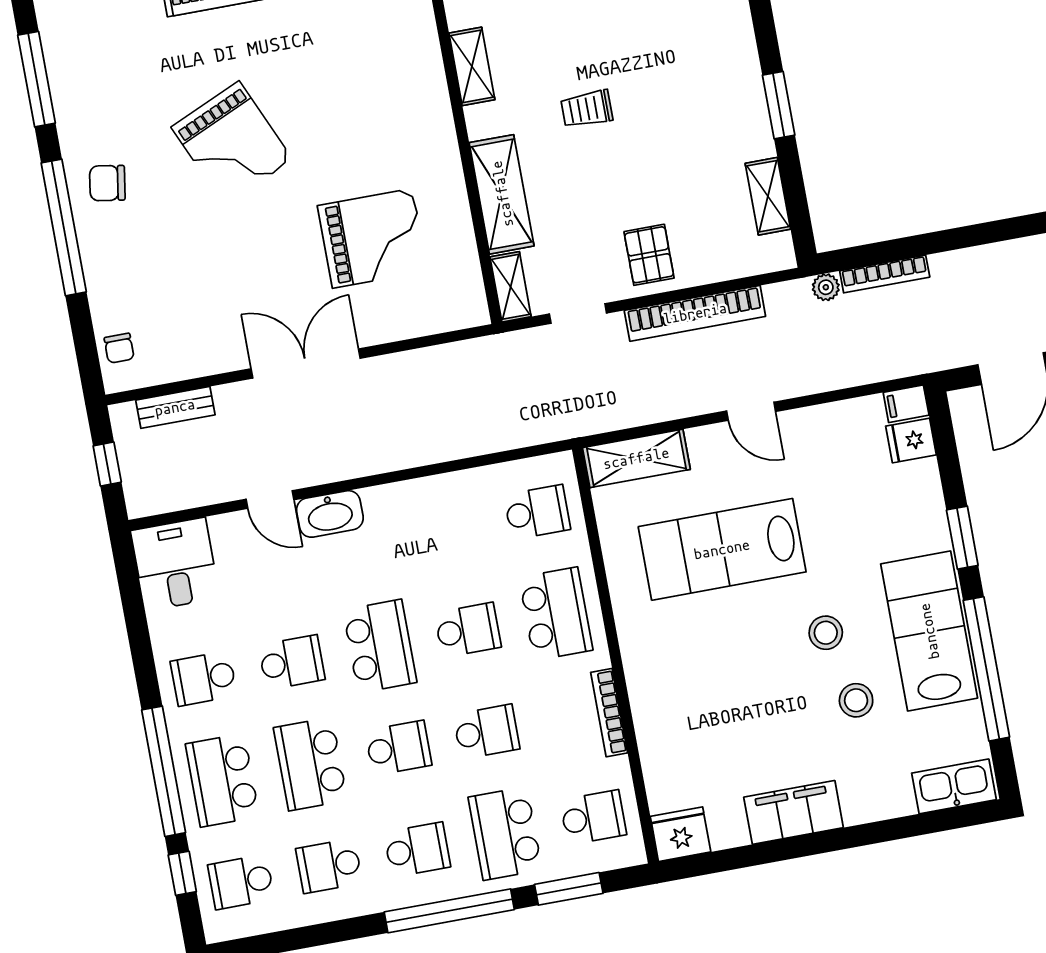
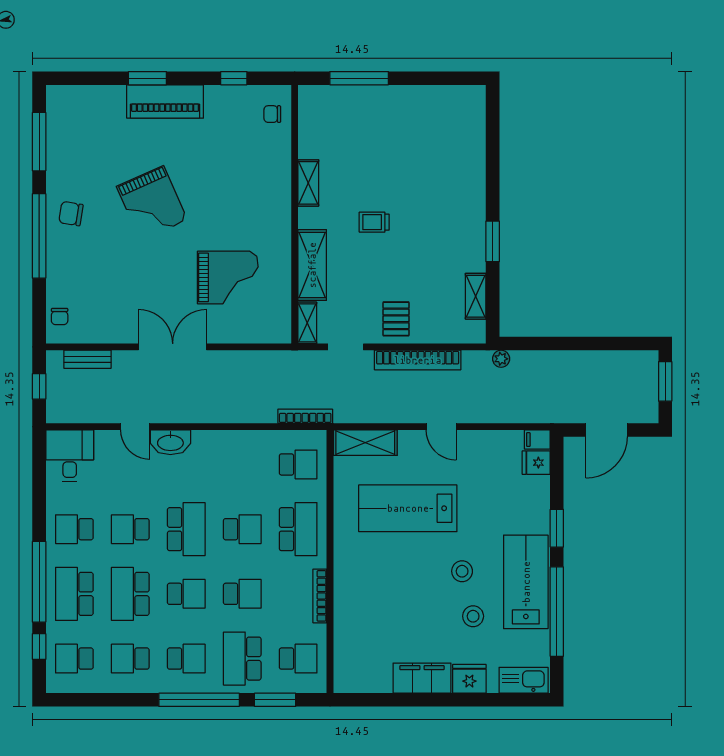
bookcase: (885, 274) -> (305, 416), moved, turned 180
school desk: (292, 662) -> (130, 529), turned 180
fridge: (681, 834) -> (469, 679), moved

